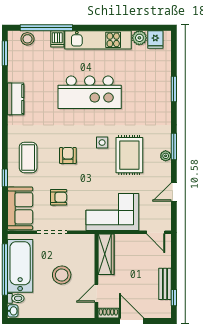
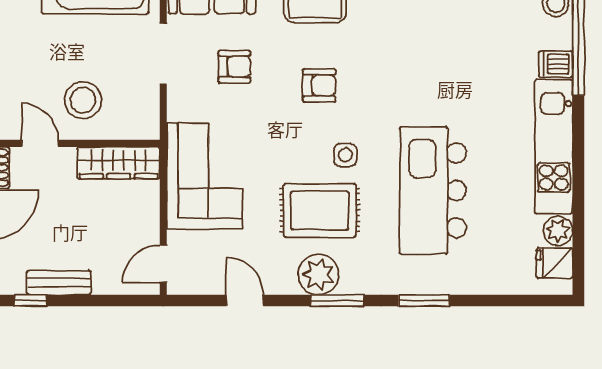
window: (174, 89) -> (424, 301), moved
kitchen island: (90, 92) -> (433, 190), moved
plant: (166, 156) -> (318, 274), width x1.88, depth x1.88
armchair: (59, 197) -> (234, 67), turned -90
stool: (62, 275) -> (83, 100), moved

